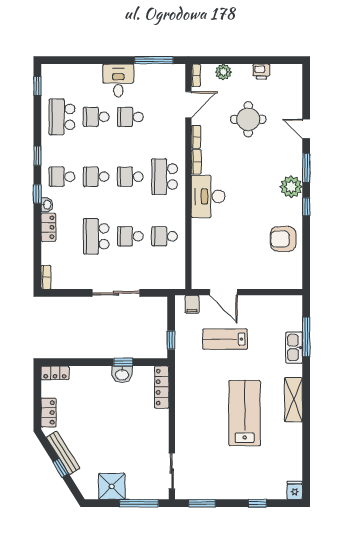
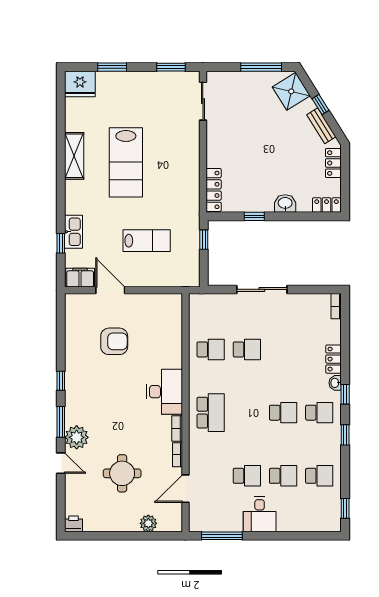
printer: (261, 72) -> (74, 524), moved
bookcase: (196, 75) -> (178, 520), removed
school desk: (62, 117) -> (319, 476), width x0.54
school desk: (130, 177) -> (247, 413), removed
plant: (291, 187) -> (77, 437), moved
school desk: (96, 236) -> (283, 349), removed
armchair: (283, 239) -> (114, 341), moved
door: (223, 292) -> (110, 290), moved
filing cabinet: (192, 304) -> (80, 278), moved, width x2.00
window: (306, 337) -> (61, 243), width x0.46
washbasin: (122, 374) -> (285, 203), moved
shelving: (294, 400) -> (74, 156), moved
bench: (63, 453) -> (321, 126), width x0.73
shower: (112, 486) -> (291, 91), moved, turned -32
fridge: (295, 490) -> (80, 84), width x1.88, depth x1.34
window: (139, 503) -> (261, 67), moved
window: (258, 503) -> (112, 67), width x1.50

